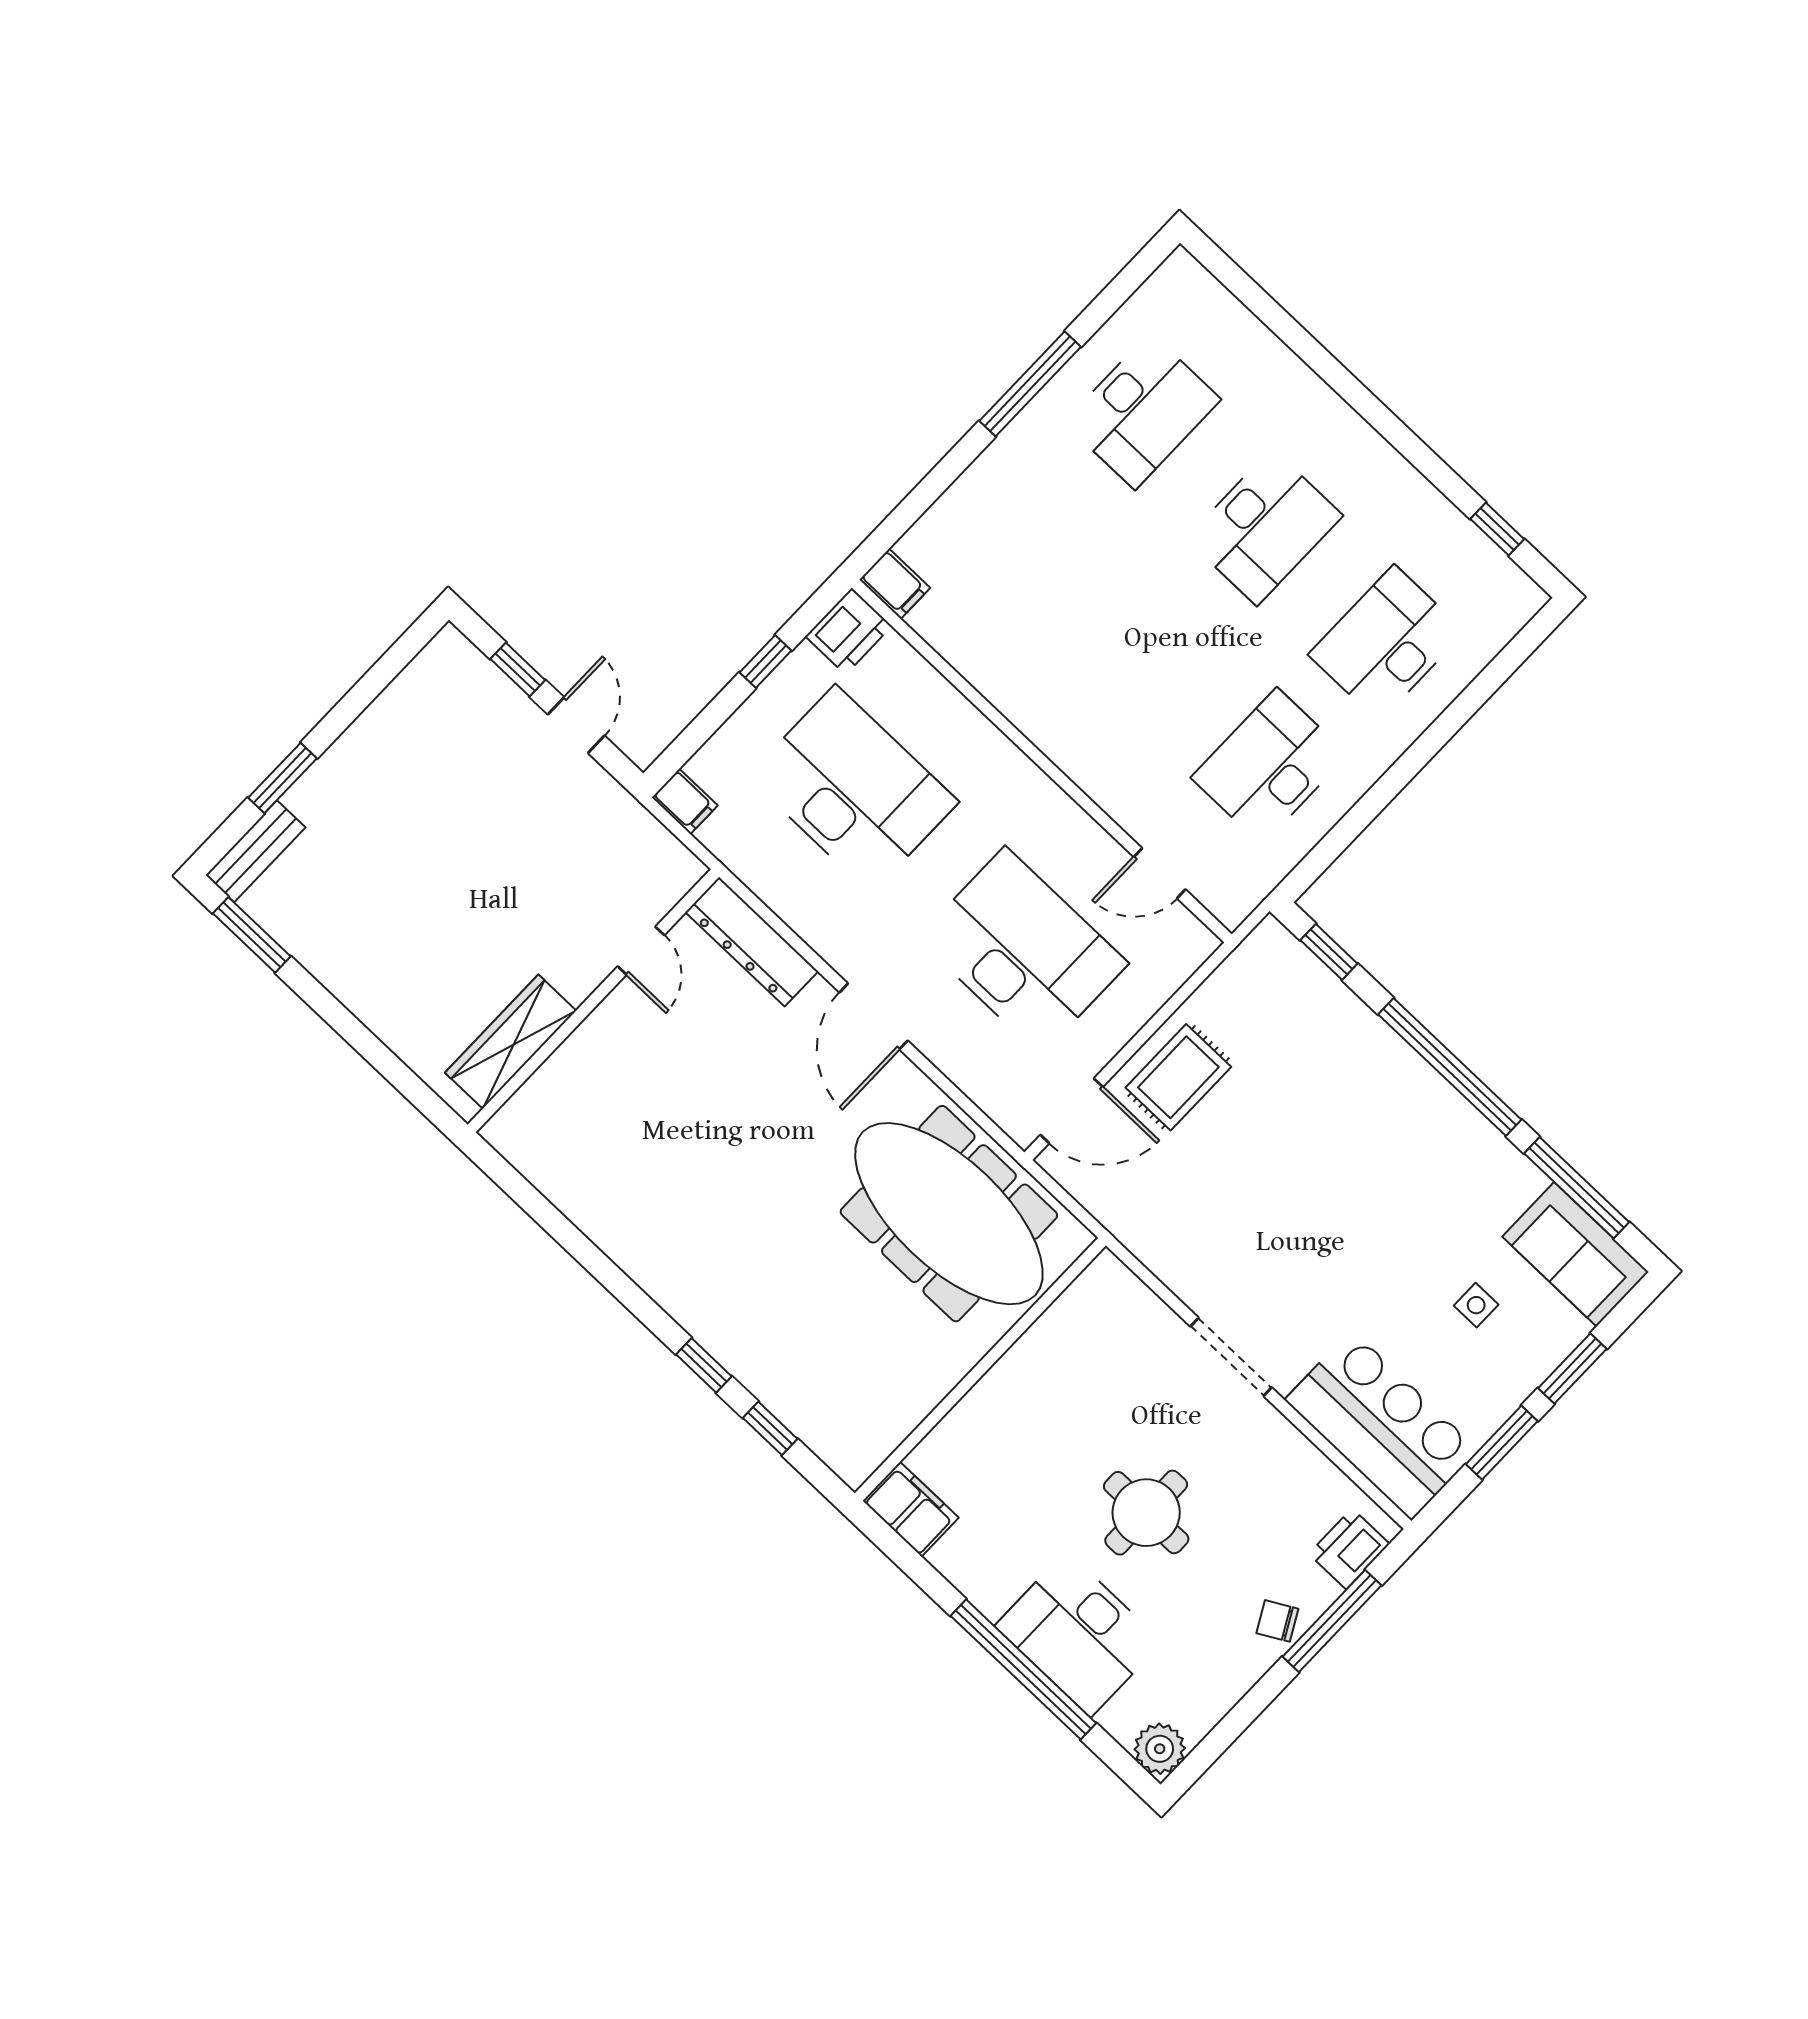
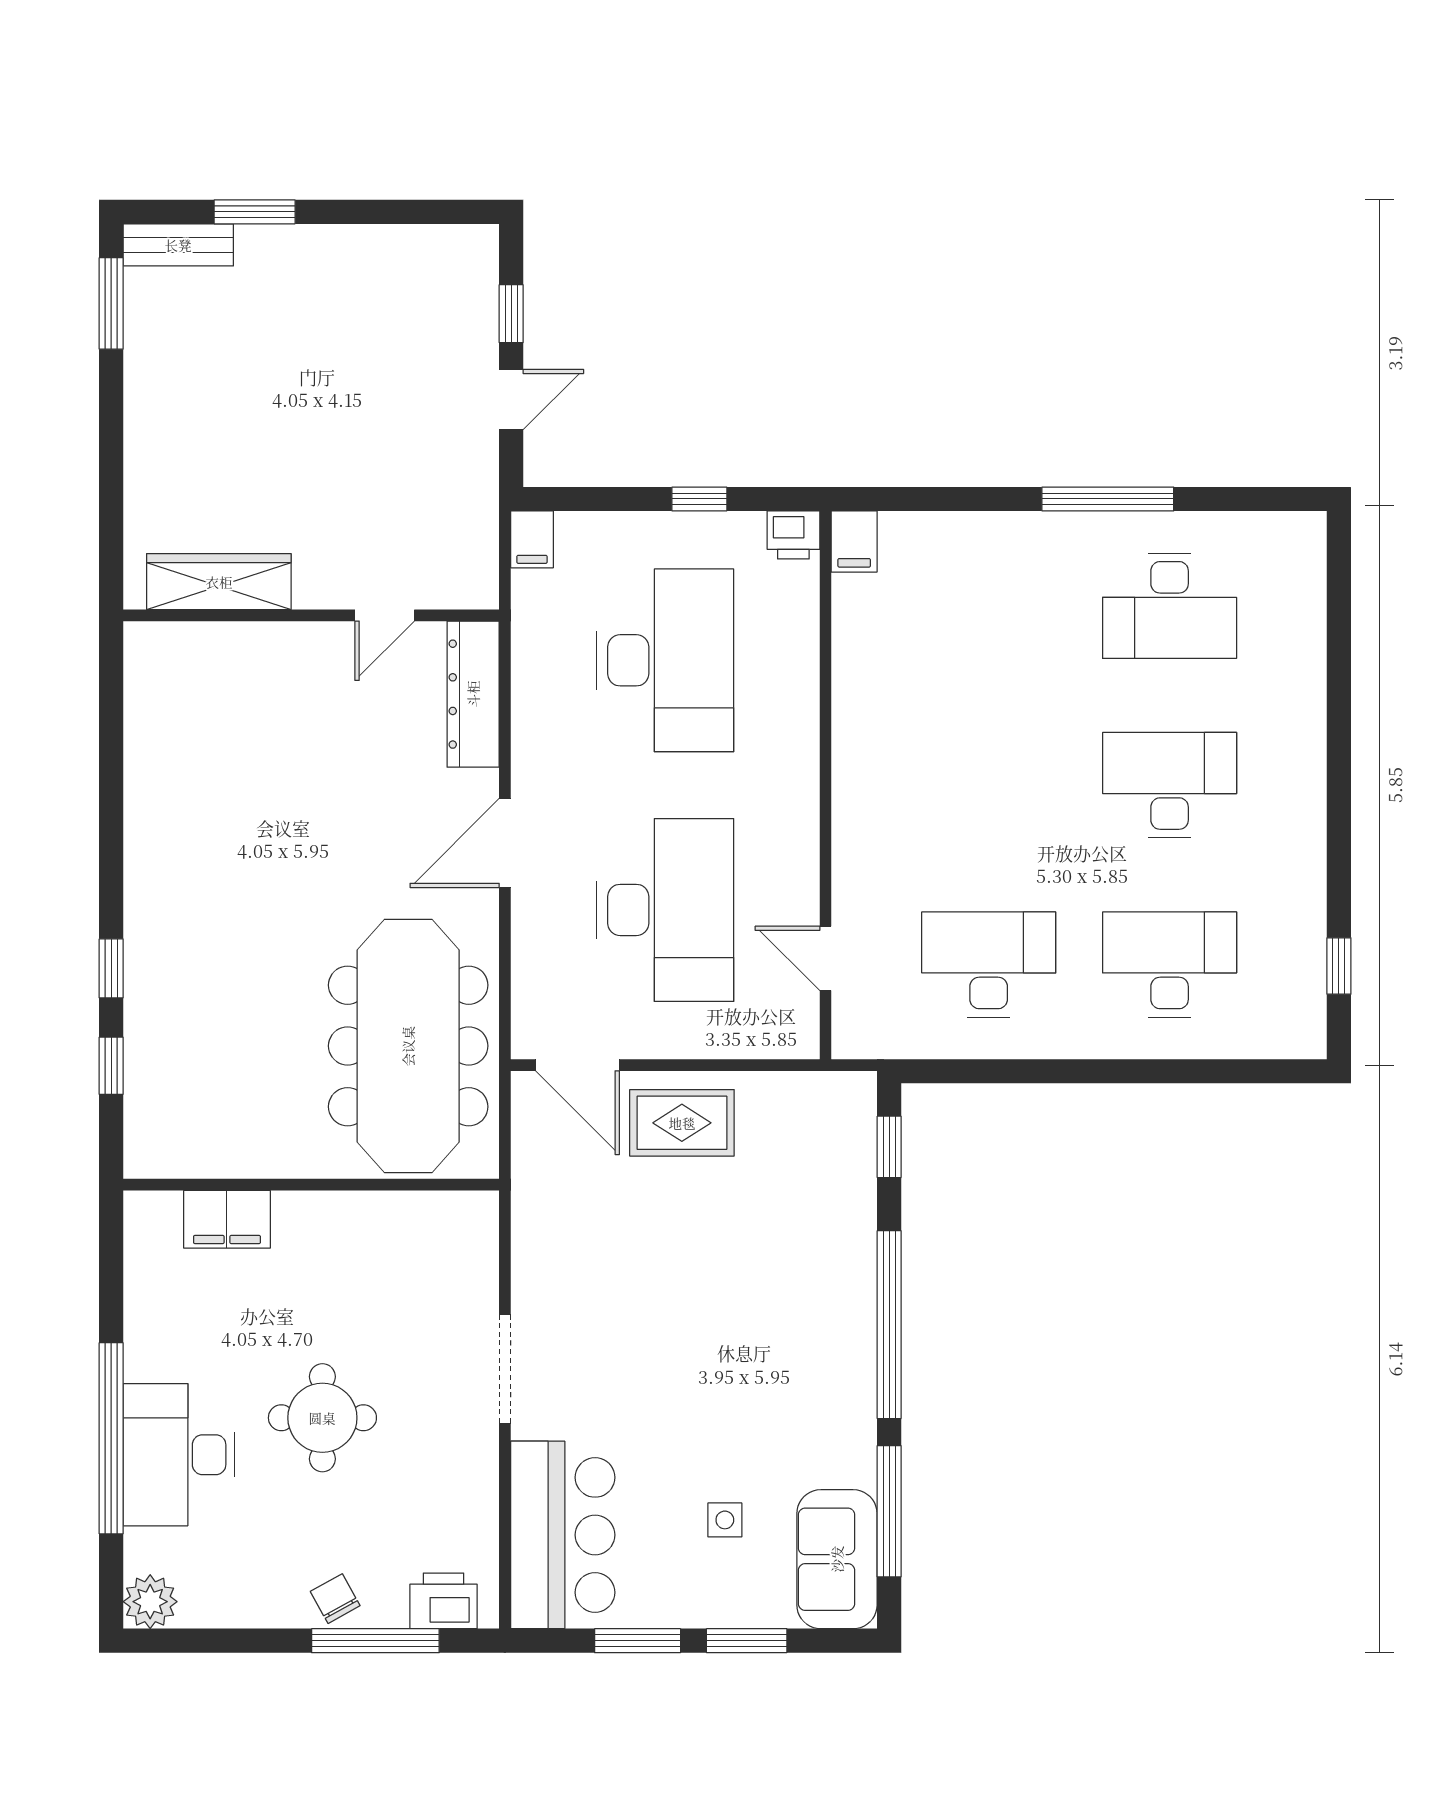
desk: (1265, 527) -> (1170, 785), turned 180
printer: (849, 631) -> (793, 535), width x0.73, depth x0.81
filing cabinet: (911, 1509) -> (227, 1219), moved, turned 90

